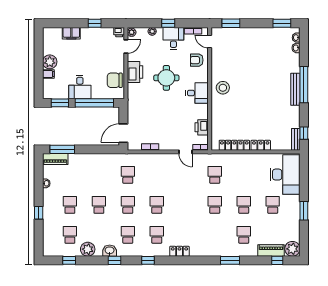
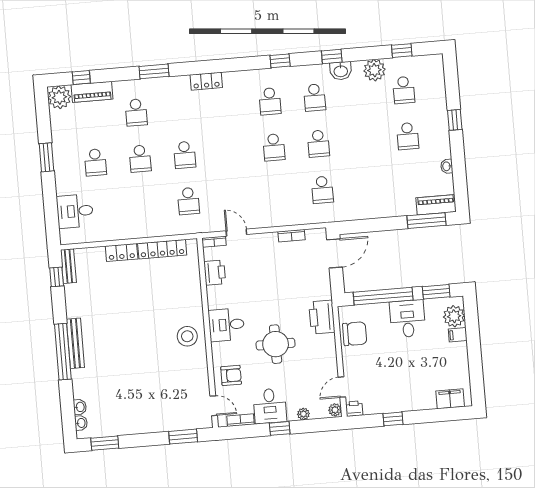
filing cabinet: (71, 33) -> (450, 399), moved
plant: (50, 62) -> (454, 316), moved
printer: (135, 72) -> (322, 317), moved
desk: (285, 175) -> (75, 211), width x0.53, depth x0.77
school desk: (99, 205) -> (363, 140), removed
locker: (179, 251) -> (206, 81), moved

